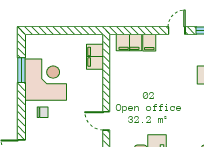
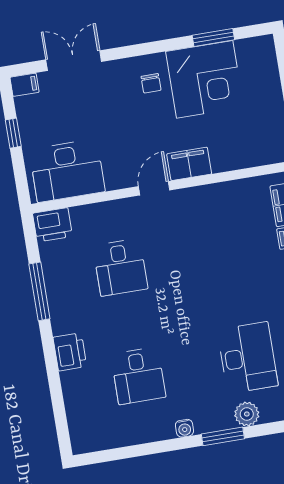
filing cabinet: (95, 57) -> (189, 164), moved

